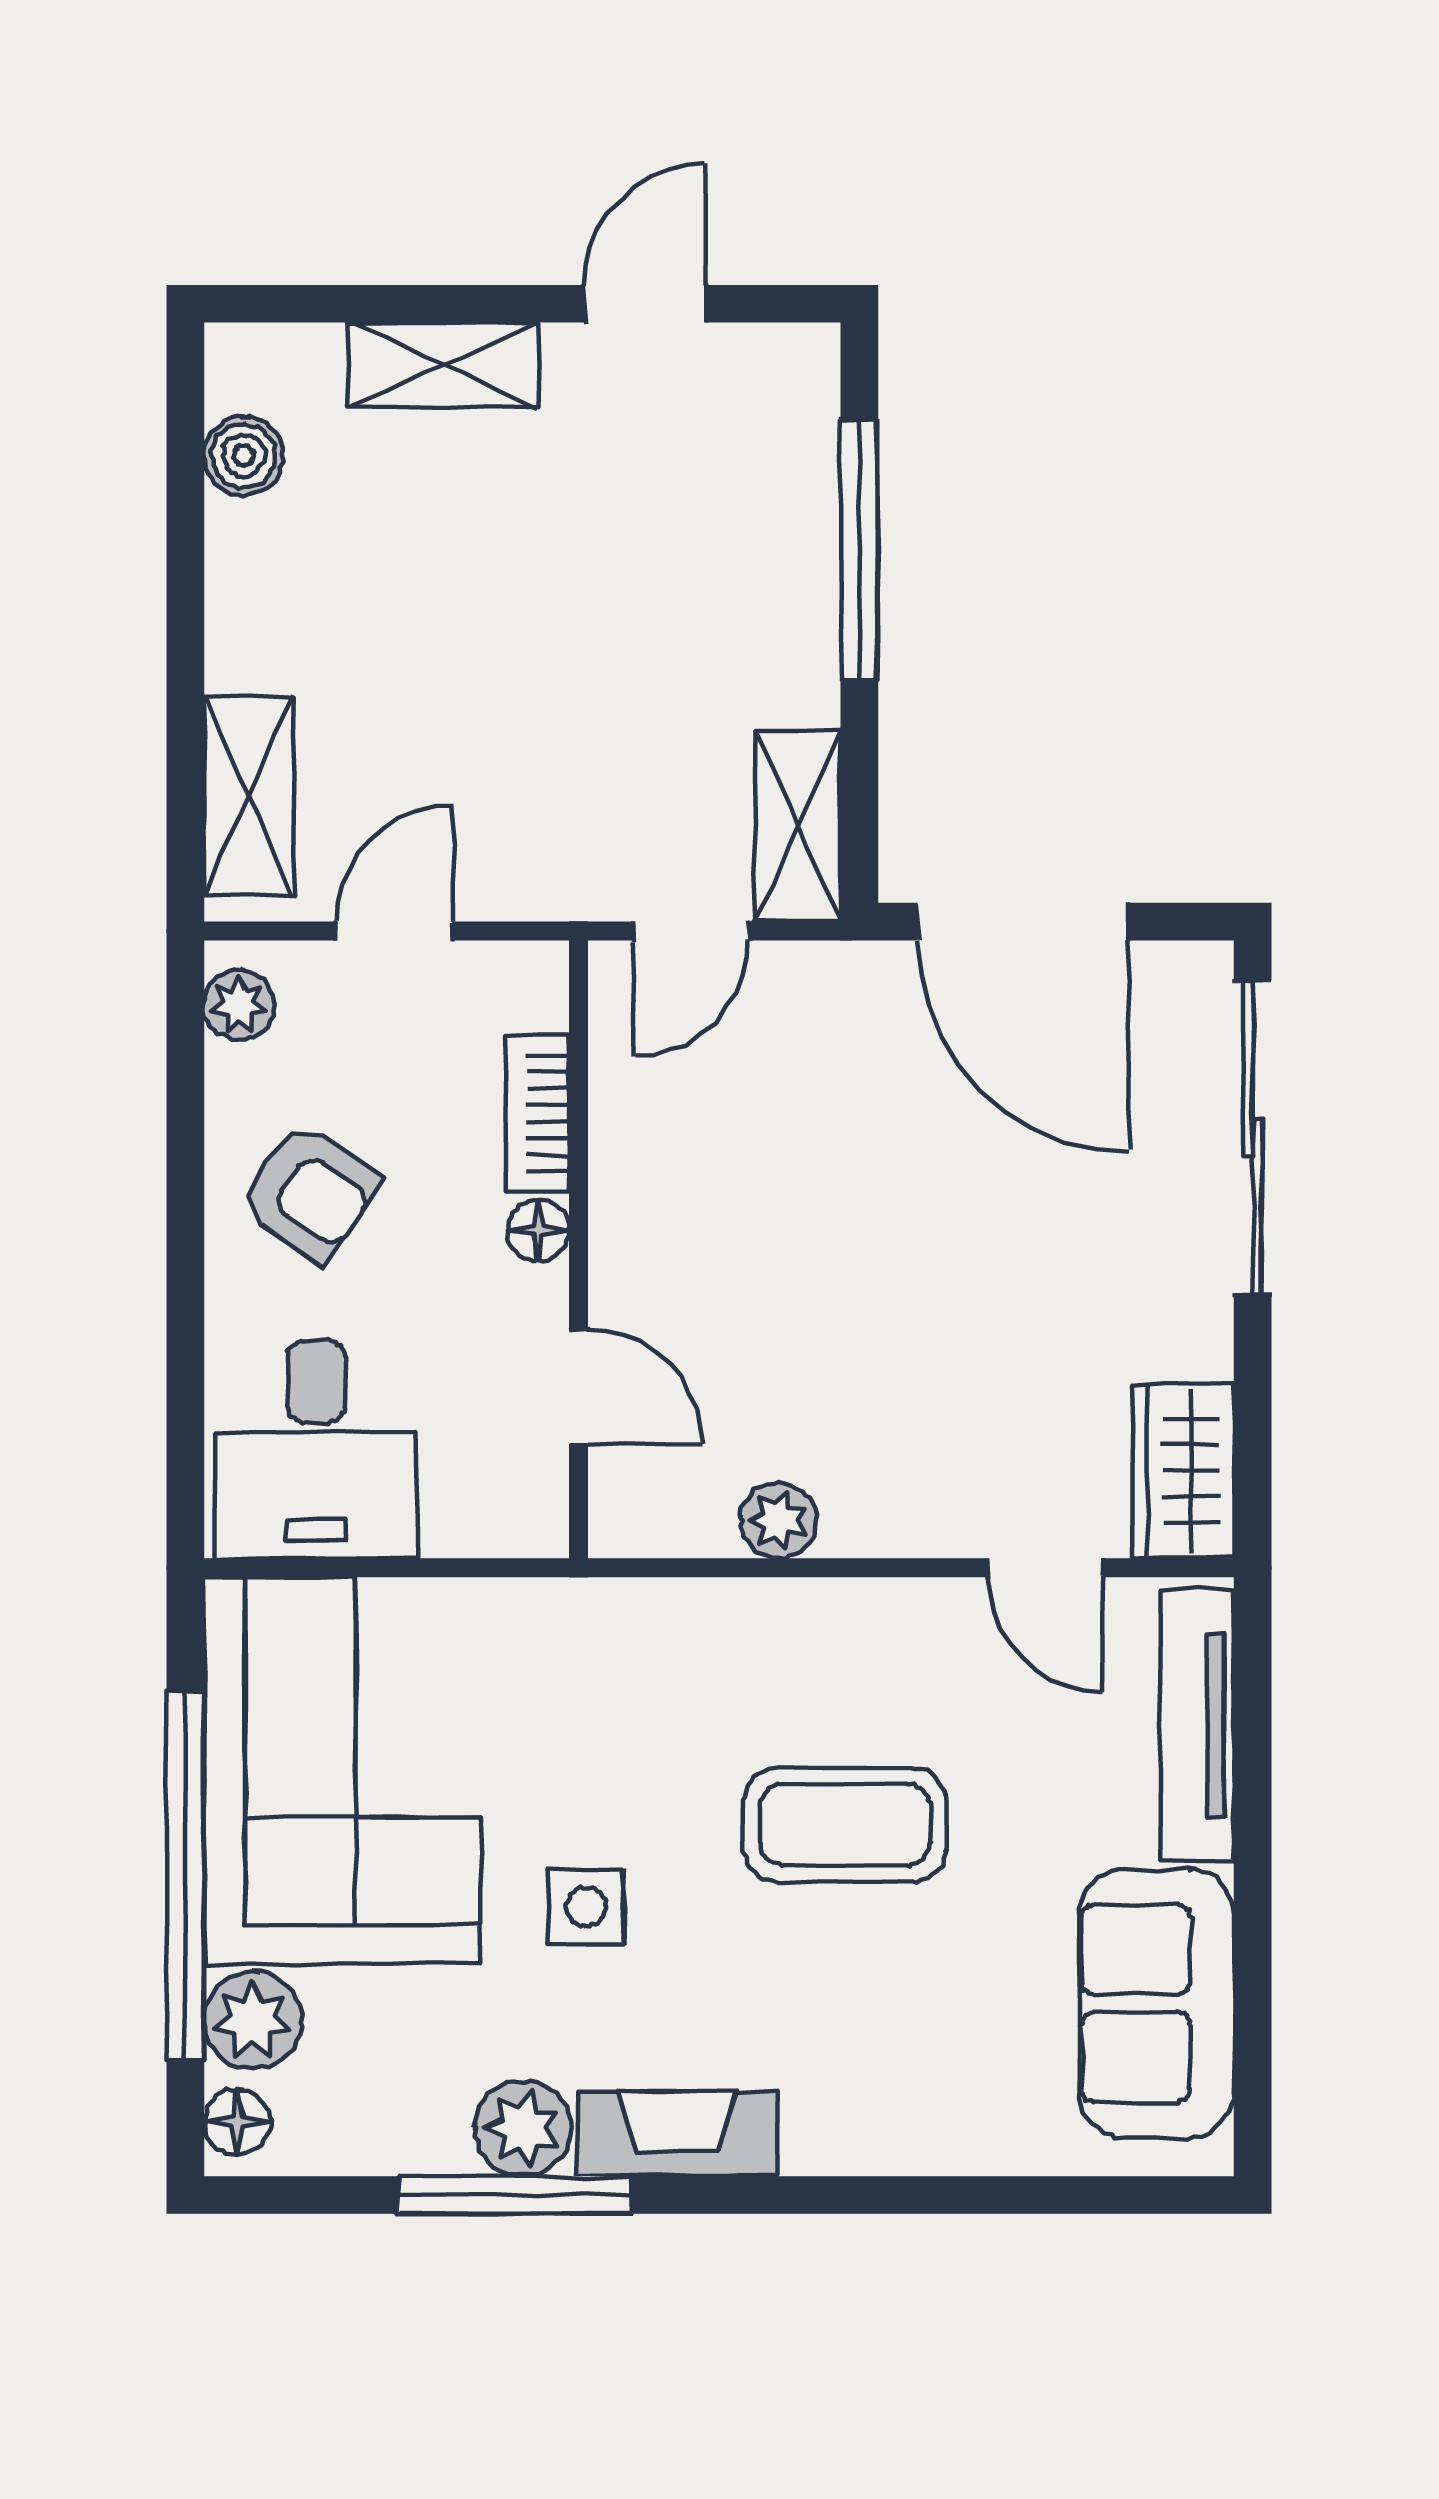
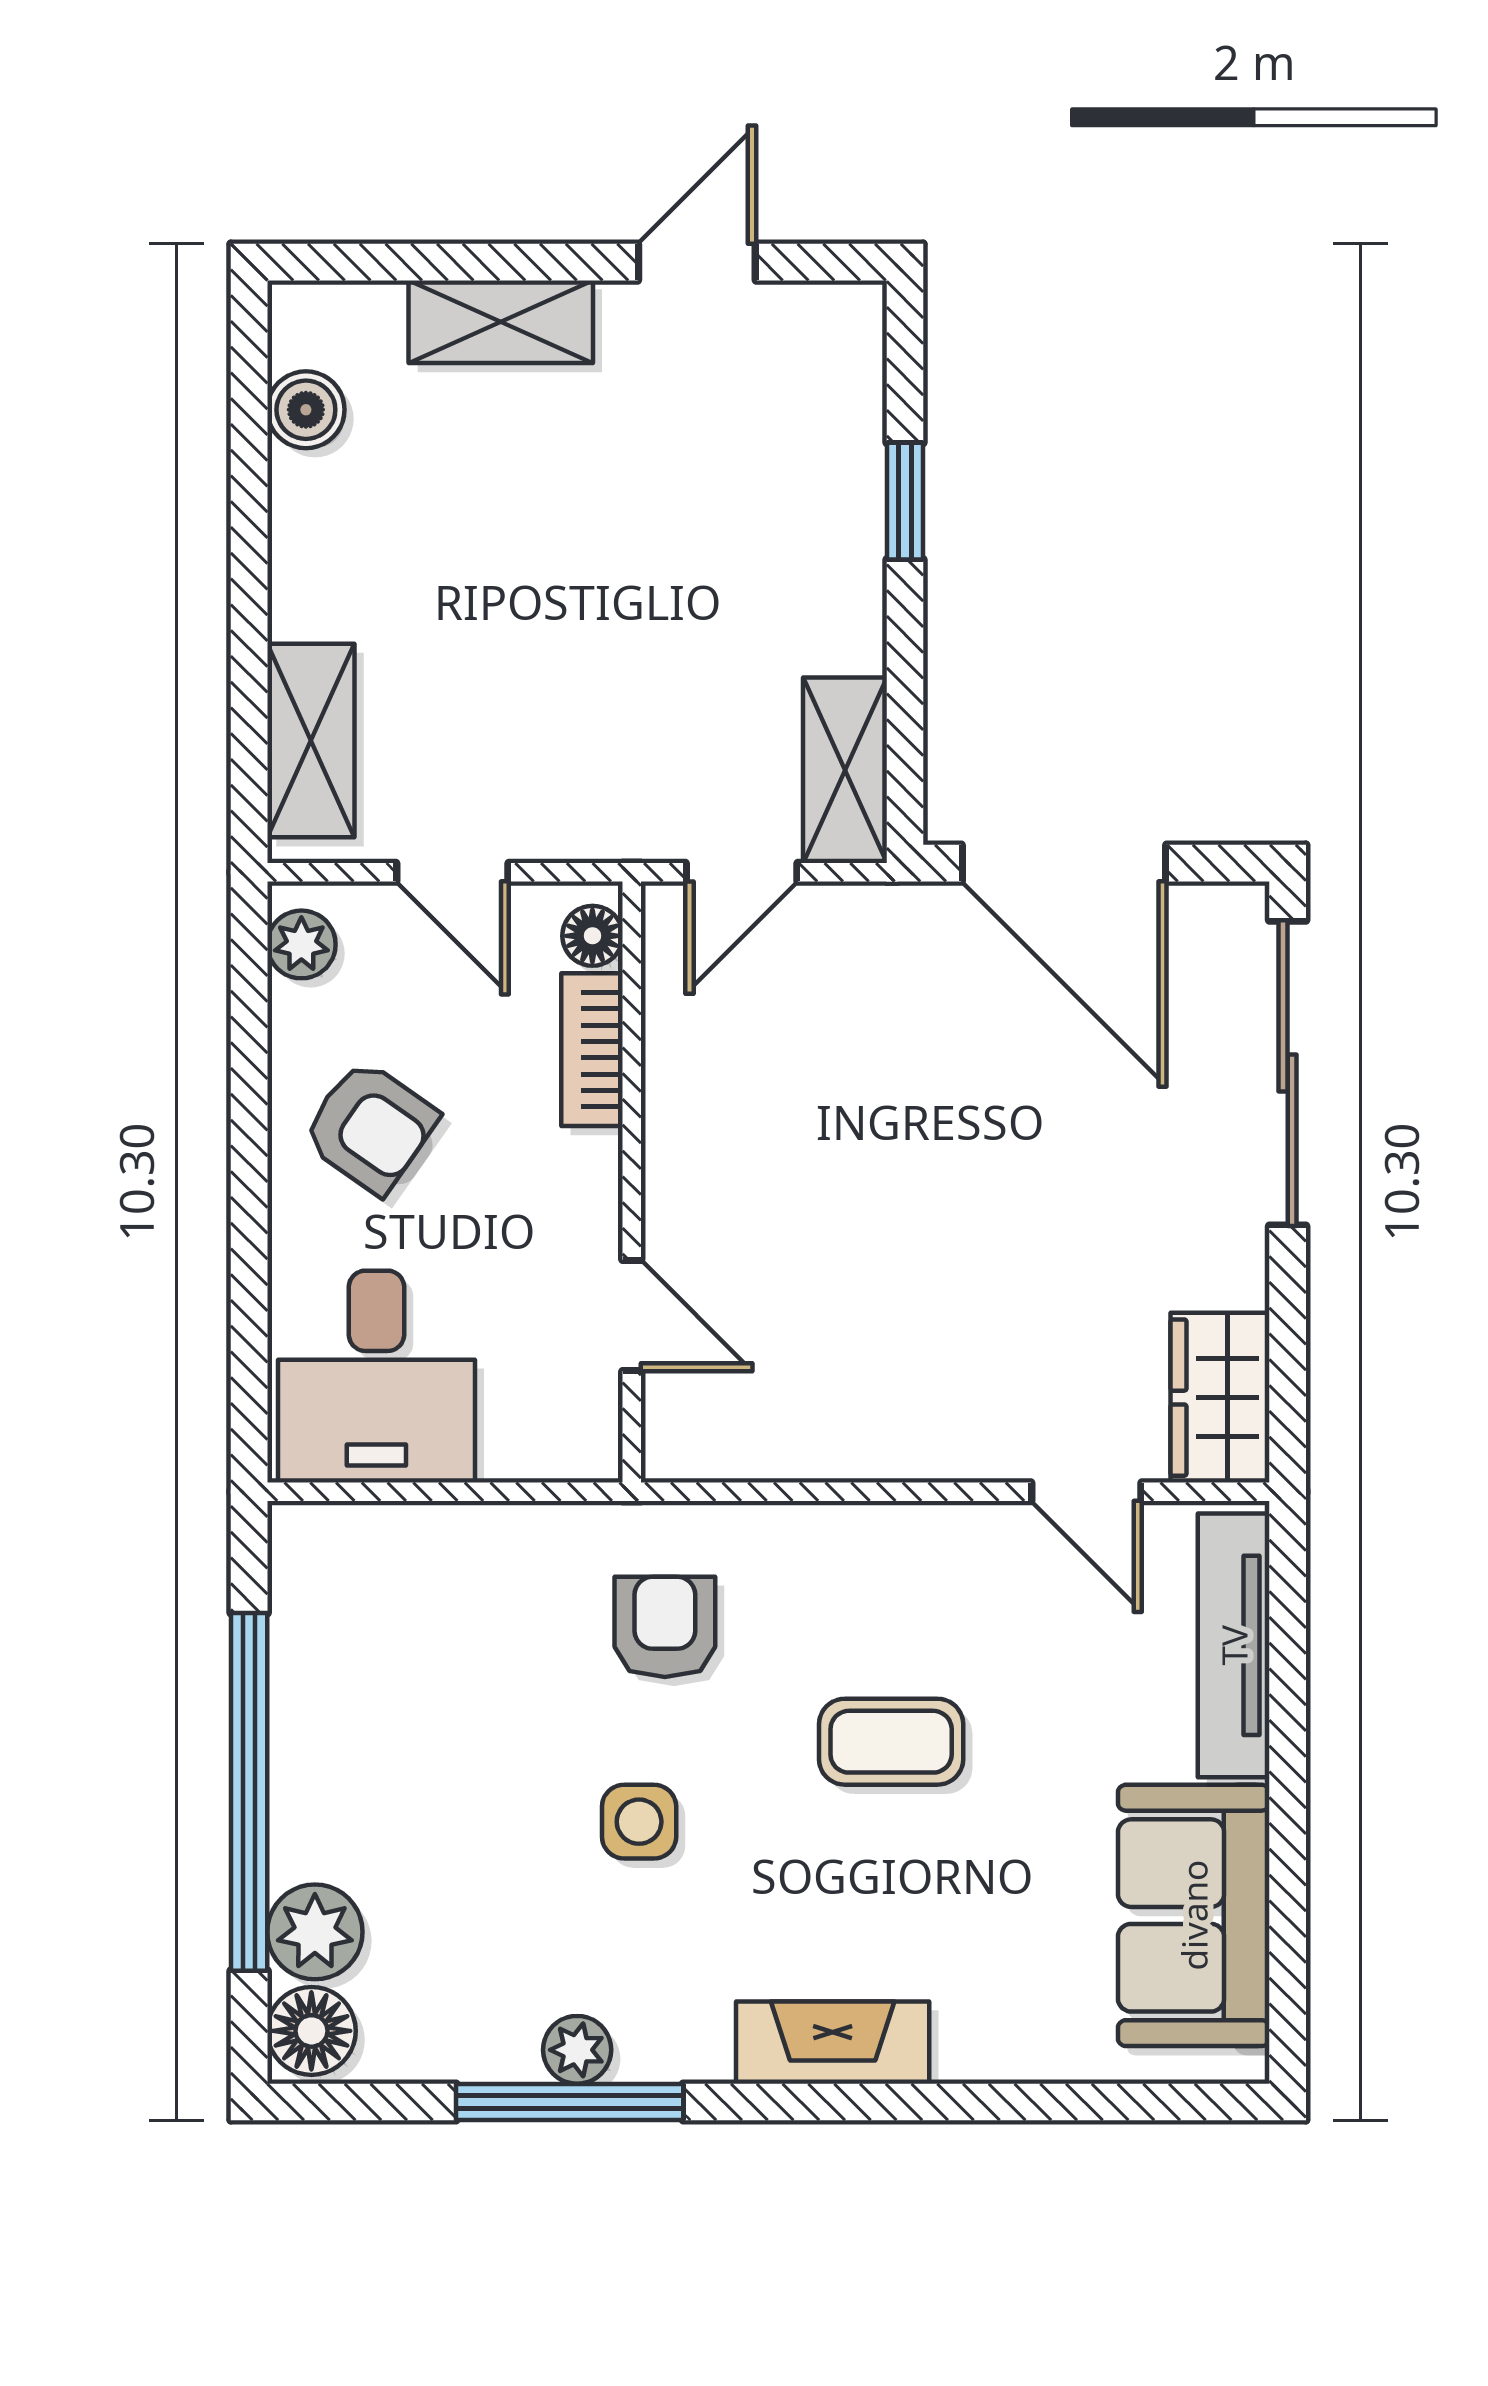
window: (859, 550) -> (905, 501), width x0.46
door: (394, 931) -> (452, 872), swing flipped
floor lamp: (538, 1230) -> (592, 936), moved
plant: (779, 1520) -> (827, 1446), removed
armchair: (613, 1707) -> (665, 1627), added
corner sofa: (342, 1770) -> (402, 1689), removed
coffee table: (845, 1825) -> (891, 1742), width x0.73, depth x0.77
floor lamp: (237, 2122) -> (311, 2031), width x1.37, depth x1.37
plant: (522, 2128) -> (577, 2050), width x0.73, depth x0.73
fireplace: (677, 2134) -> (833, 2043), moved

